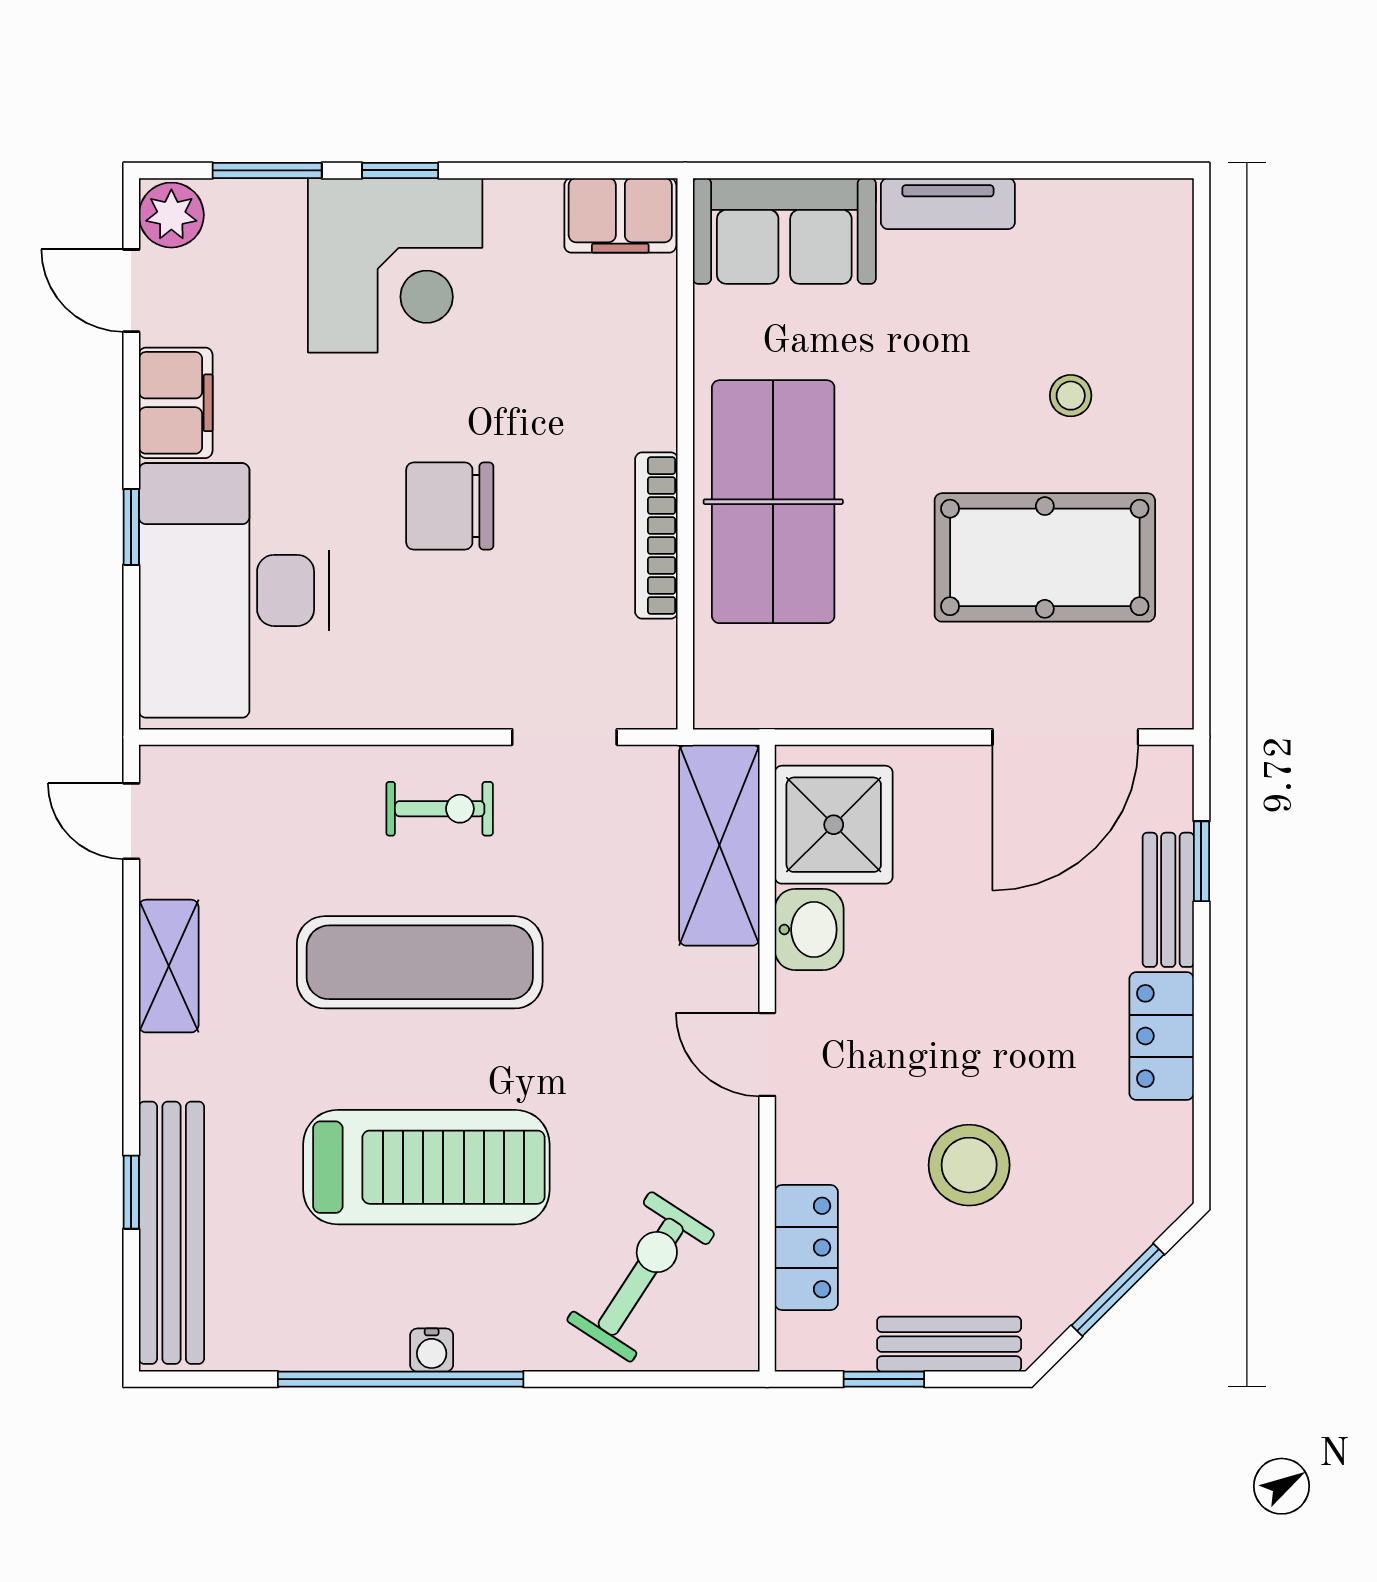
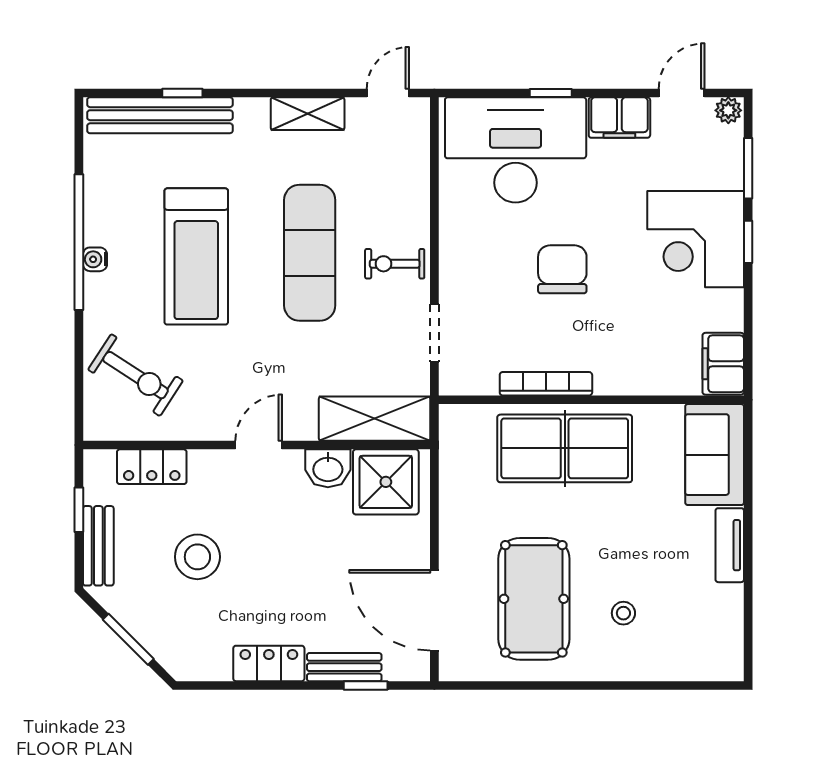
plant: (171, 215) -> (728, 110), width x0.73, depth x0.73
exercise bike: (440, 809) -> (395, 264), turned 90

